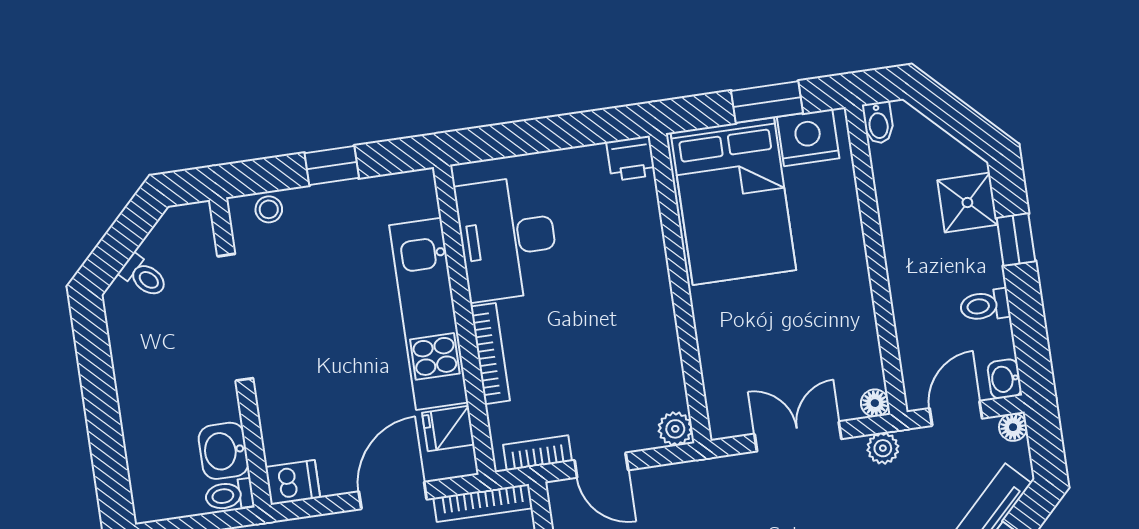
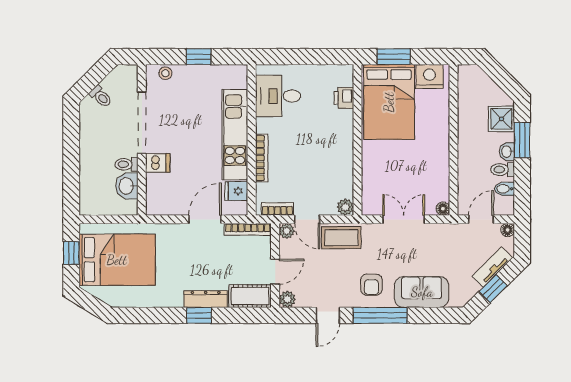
window: (767, 102) -> (394, 57), moved
bidet: (878, 123) -> (504, 189), moved, turned 90
printer: (631, 158) -> (344, 98), moved, turned 90
desk: (507, 238) -> (278, 96), width x0.73
window: (1016, 240) -> (522, 140), width x1.50
washbasin: (1005, 379) -> (507, 152), moved
plant: (883, 448) -> (287, 231), moved
dishwasher: (293, 482) -> (158, 163), moved
coffee table: (676, 492) -> (341, 238), added
toilet: (229, 495) -> (126, 164), moved

